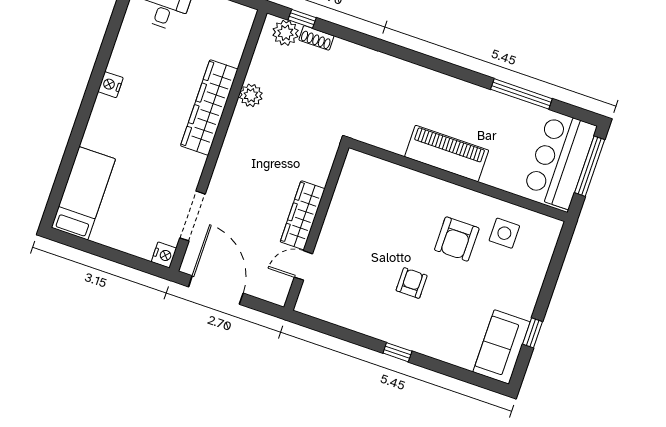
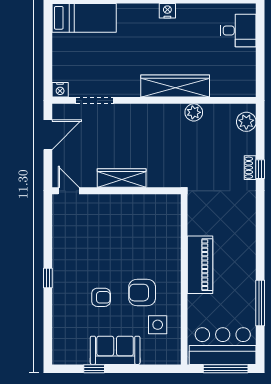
window: (302, 19) -> (260, 169), moved
shoe rack: (316, 38) -> (250, 168), moved
door: (303, 265) -> (69, 191), moved
armchair: (412, 283) -> (101, 297), moved
door: (216, 290) -> (48, 135), width x0.73
sofa: (502, 347) -> (115, 350), moved

